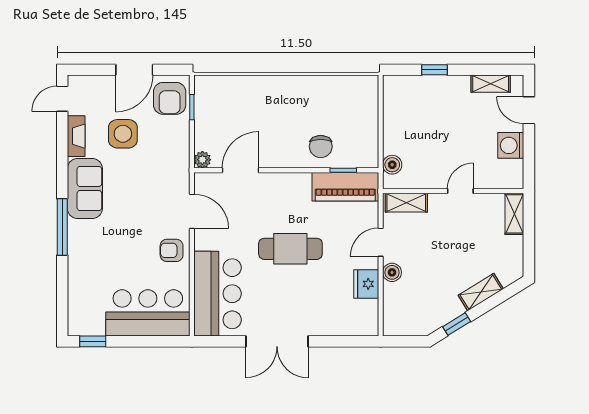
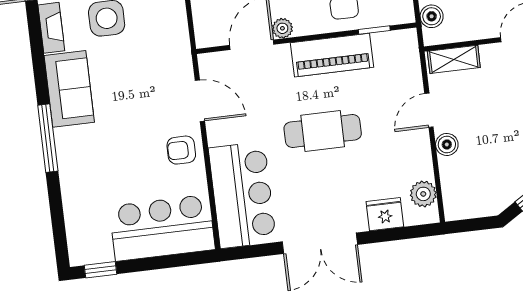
plant: (202, 160) -> (282, 28), moved
piano: (345, 187) -> (332, 55), moved
fridge: (366, 284) -> (385, 214), moved, turned 90
plant: (368, 311) -> (423, 194), added

